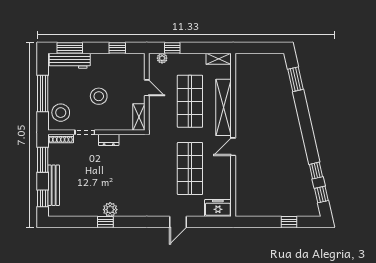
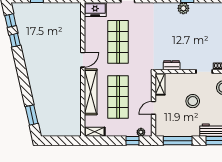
window: (117, 48) -> (178, 141), width x2.17
door: (147, 88) -> (153, 108), hinge flipped
dresser: (109, 140) -> (172, 65), moved

